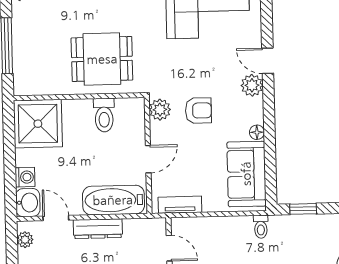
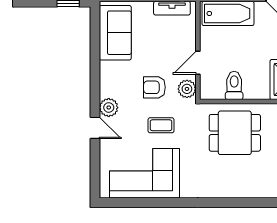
coffee table: (190, 66) -> (161, 125), added
floor lamp: (257, 132) -> (106, 68), removed
door: (148, 159) -> (198, 63), moved

